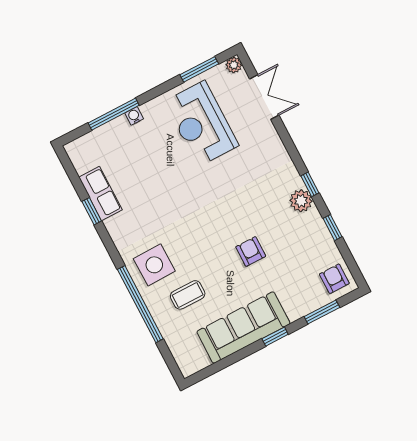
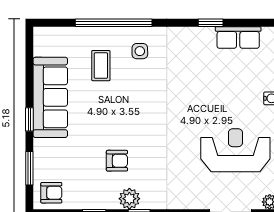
row of seats: (100, 194) -> (238, 38), moved
armchair: (251, 252) -> (117, 161), moved
side table: (154, 265) -> (140, 51), width x0.54, depth x0.54

